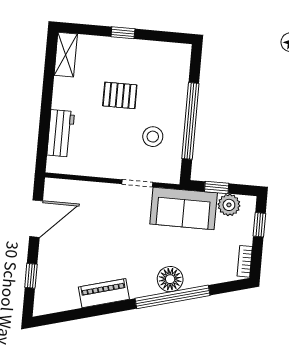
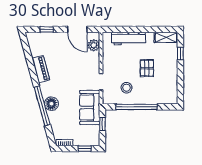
window: (123, 33) -> (180, 53), moved
workbench: (61, 133) -> (128, 39), width x1.38
plant: (229, 205) -> (94, 45), moved

